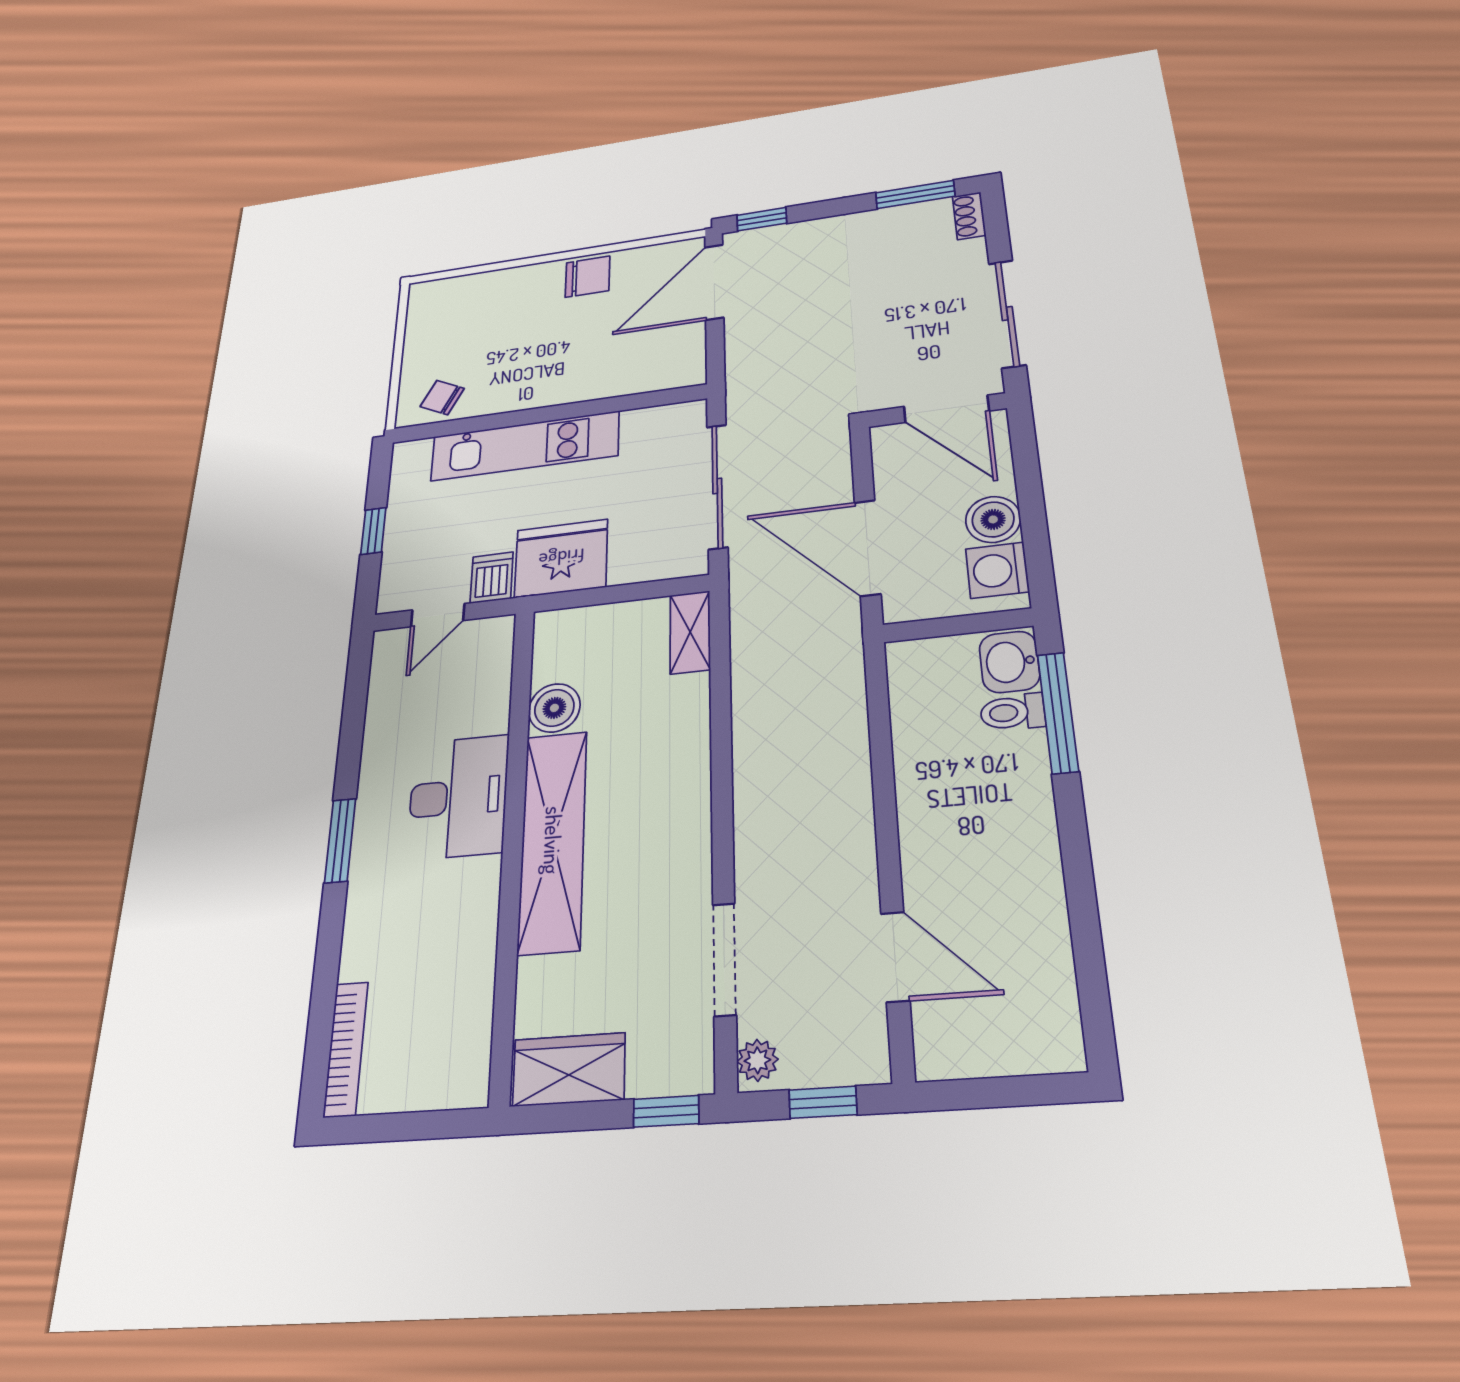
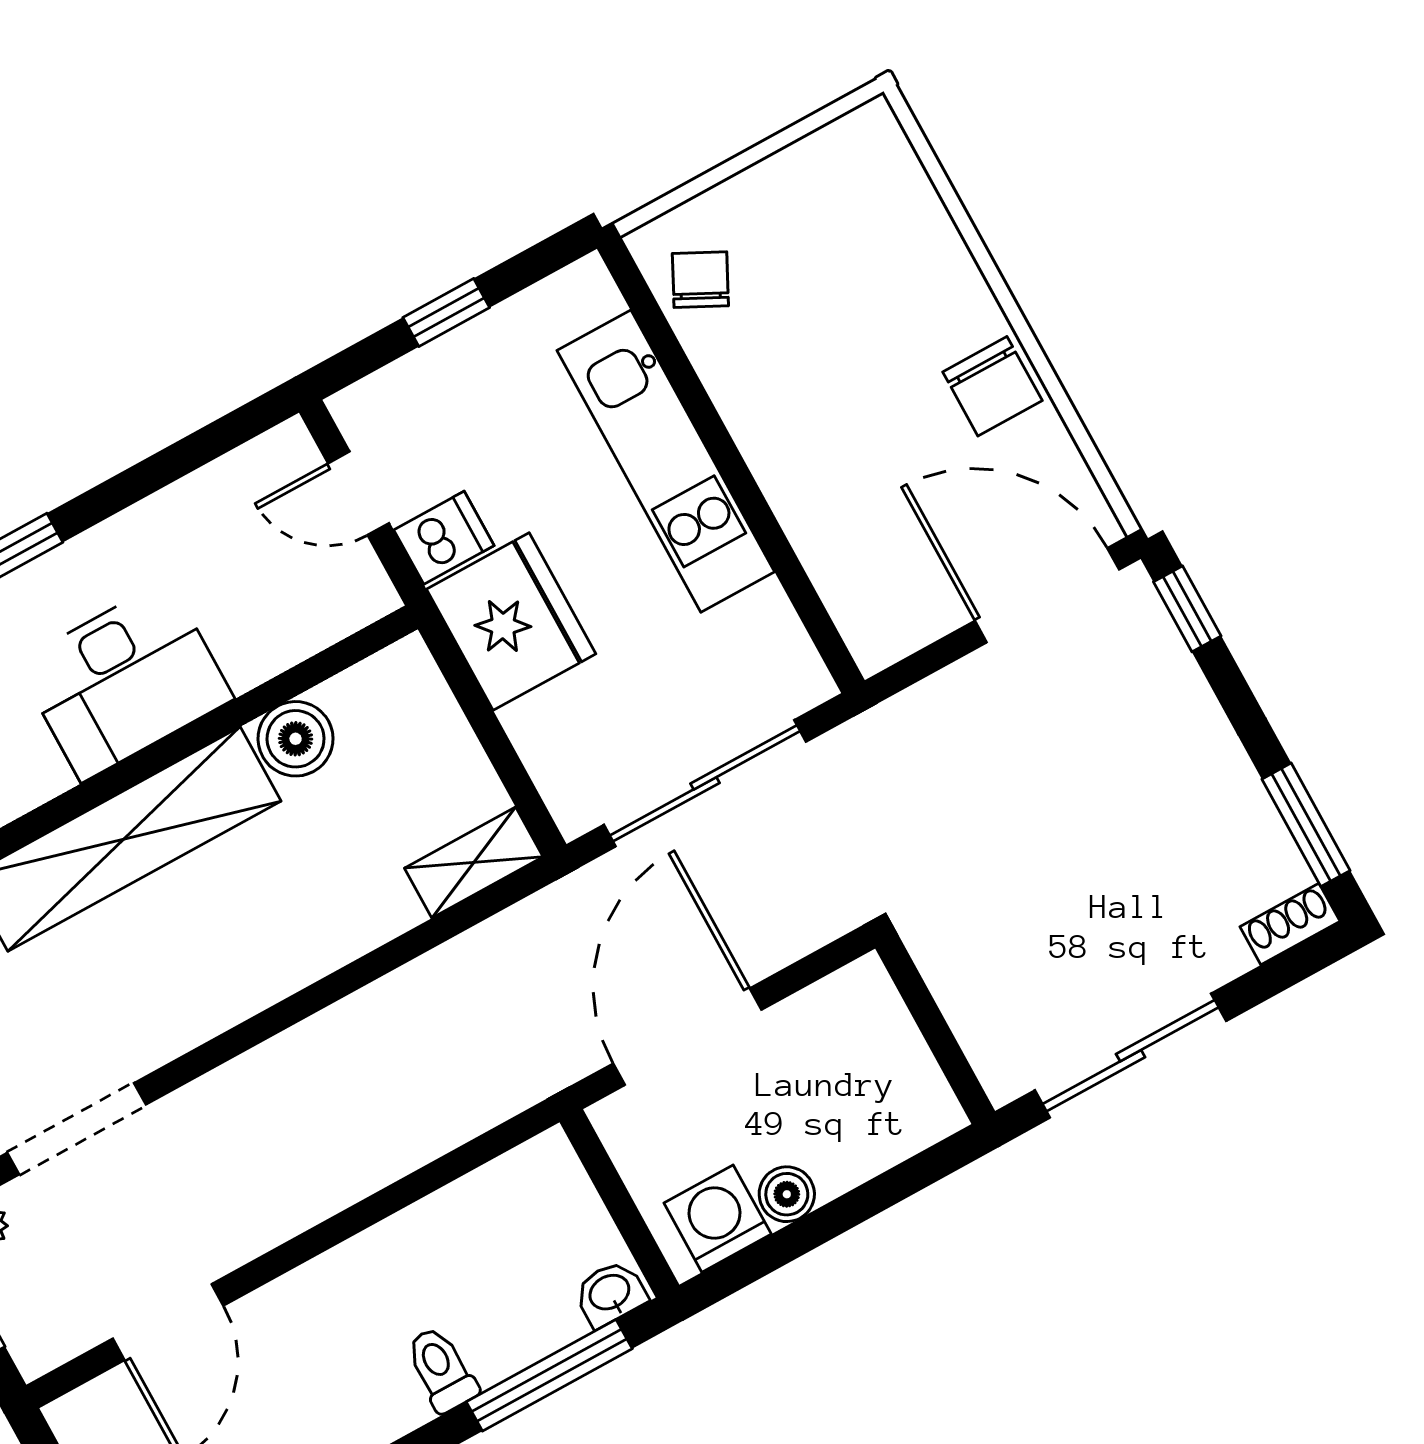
door: (946, 409) -> (942, 1042), removed
boiler: (993, 519) -> (787, 1194), width x0.73, depth x0.73
washbasin: (1009, 662) -> (610, 1293), width x0.72, depth x0.69
toilet: (1012, 712) -> (441, 1369), moved

